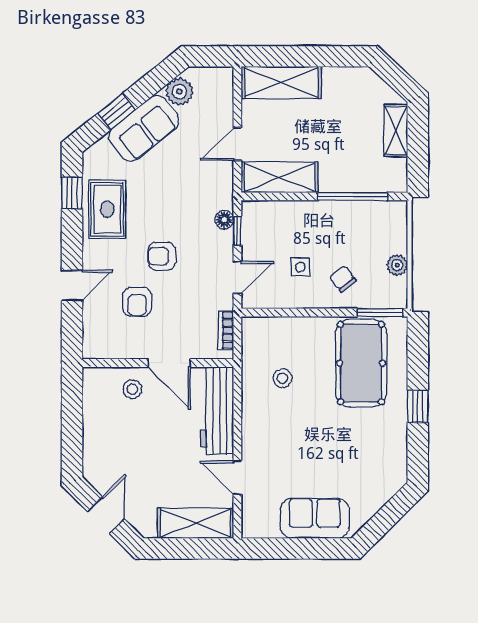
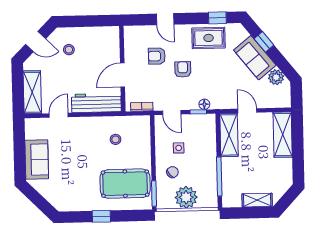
plant: (397, 265) -> (186, 197), width x1.87, depth x1.87
stool: (132, 389) -> (69, 50), moved

